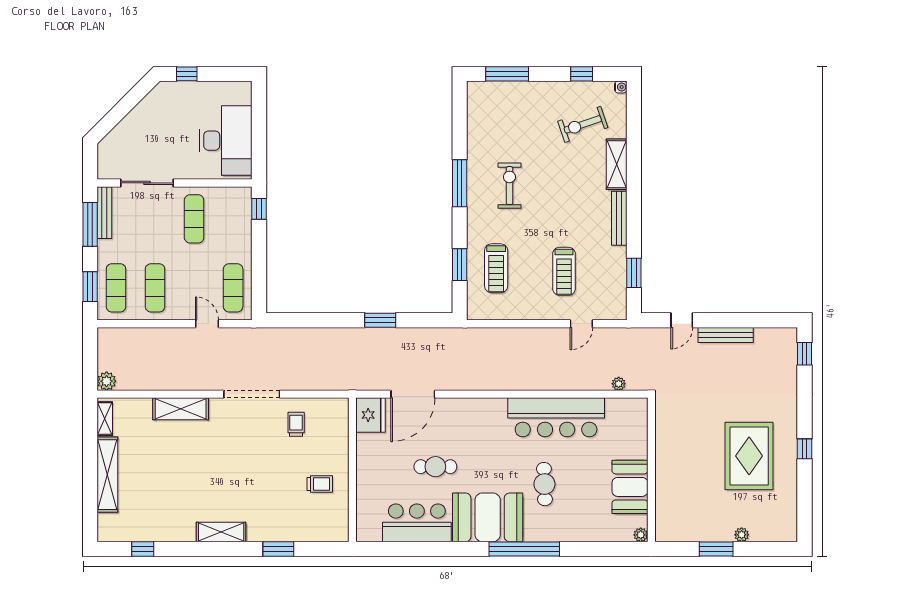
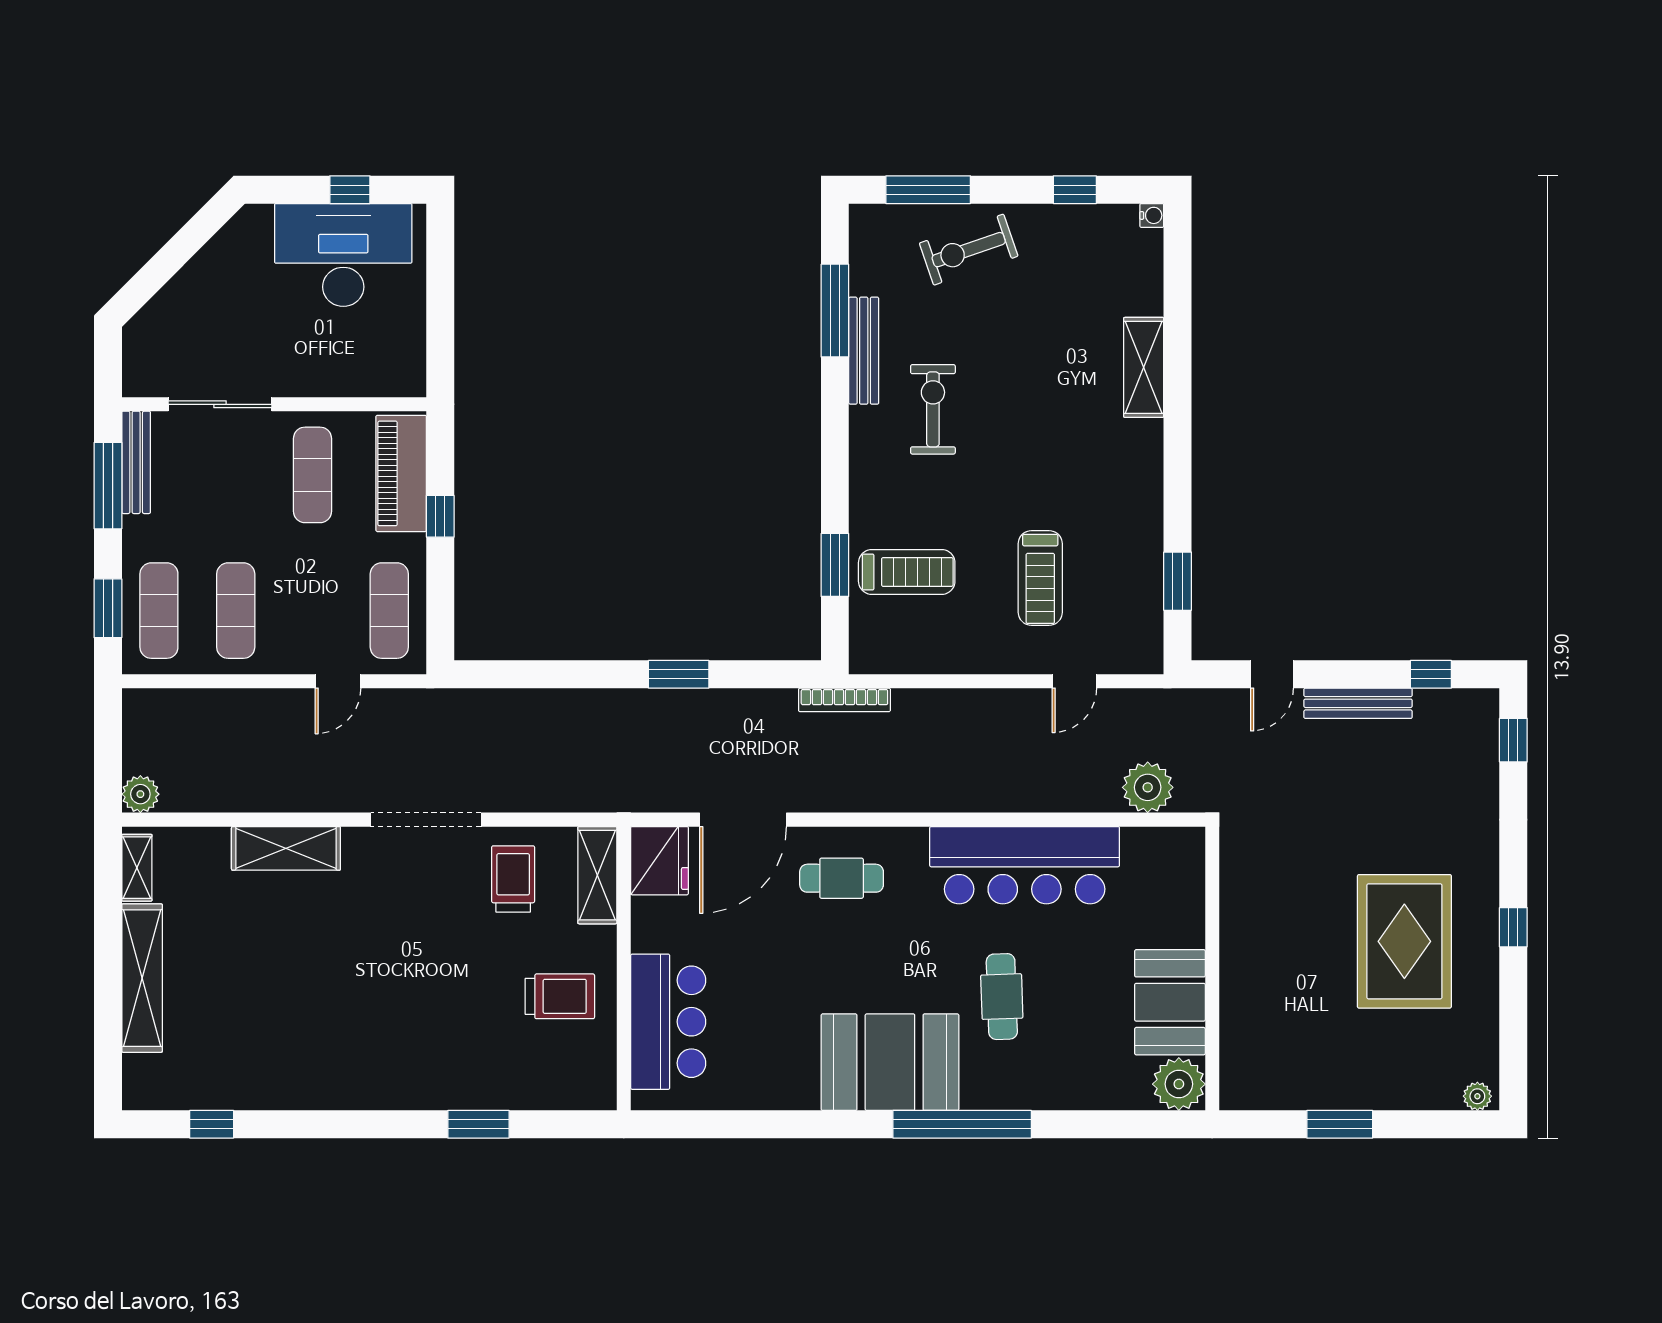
window: (187, 74) -> (350, 190), moved
exercise bike: (583, 124) -> (969, 250), moved
desk: (226, 141) -> (343, 255), moved, turned -90
window: (460, 183) -> (835, 311), moved
window: (259, 209) -> (440, 516), moved
piano: (239, 218) -> (401, 473), added
bench: (619, 218) -> (864, 351), moved
treadmill: (496, 268) -> (907, 572), turned -90
window: (763, 320) -> (1431, 674), added
door: (207, 324) -> (338, 681), swing flipped
bookcase: (464, 333) -> (844, 700), added
plant: (619, 384) -> (1148, 787), width x1.87, depth x1.87
trolley: (296, 424) -> (513, 879), width x1.36, depth x1.39
cafe table: (435, 467) -> (842, 878), moved
trolley: (320, 484) -> (560, 996), width x1.36, depth x1.39
bar counter: (417, 523) -> (668, 1022), moved, turned 90
shelving: (221, 532) -> (597, 875), moved, turned 90
plant: (641, 535) -> (1179, 1084), width x1.88, depth x1.88
plant: (742, 535) -> (1477, 1096), moved

